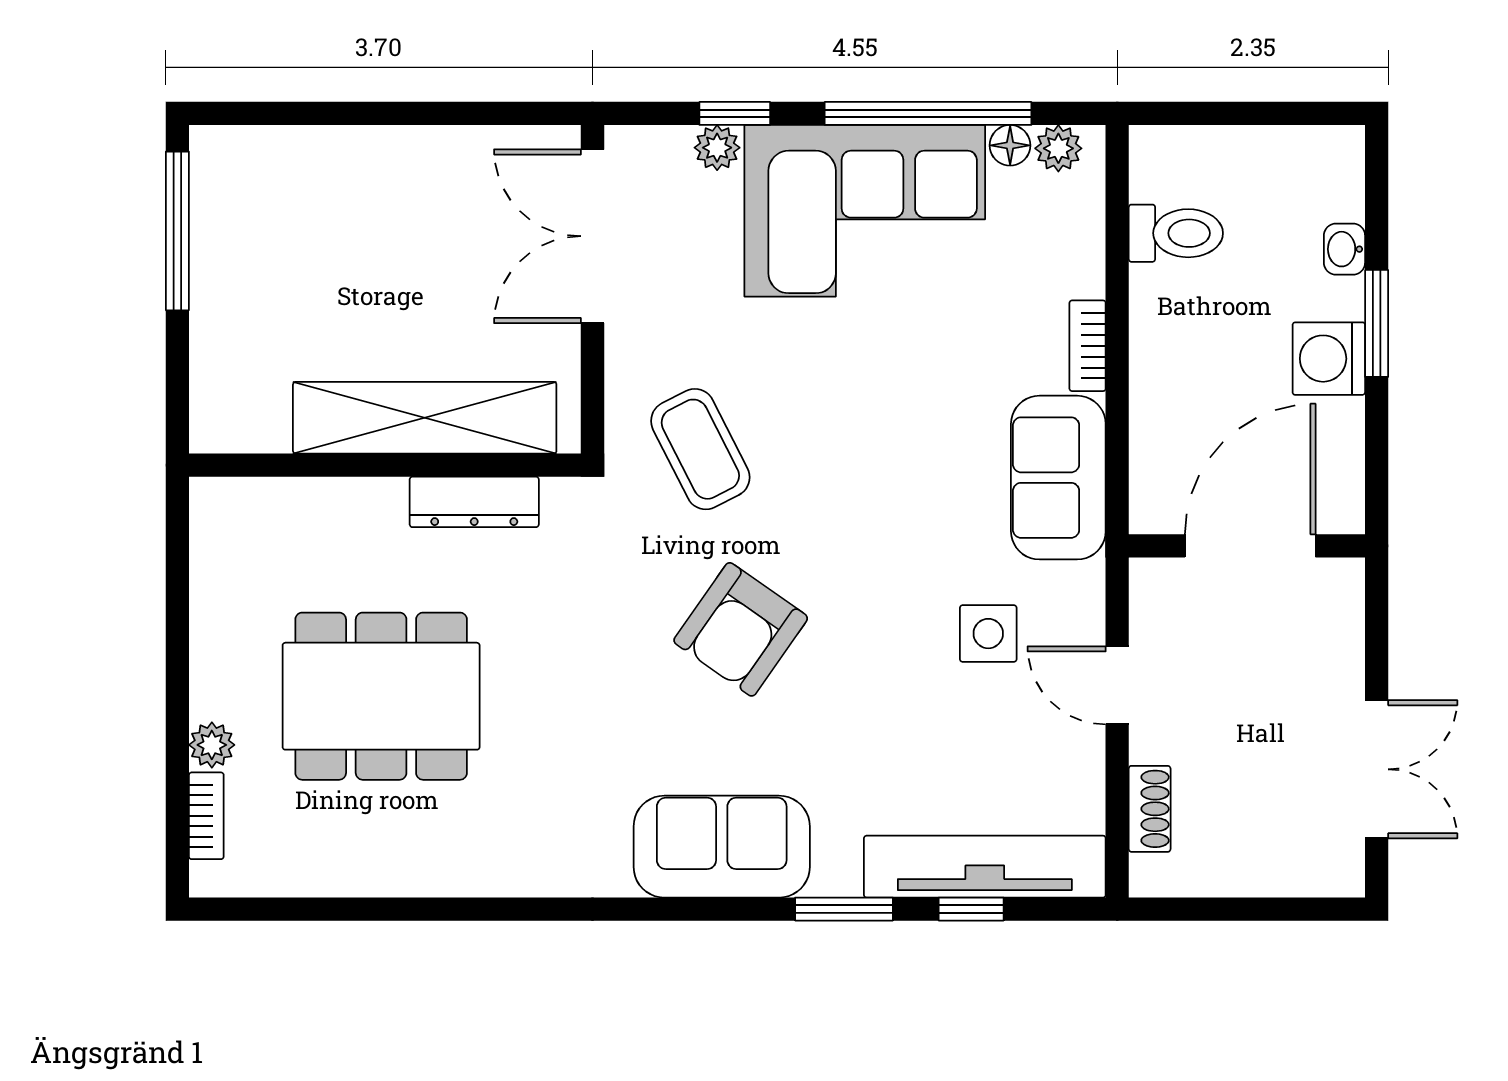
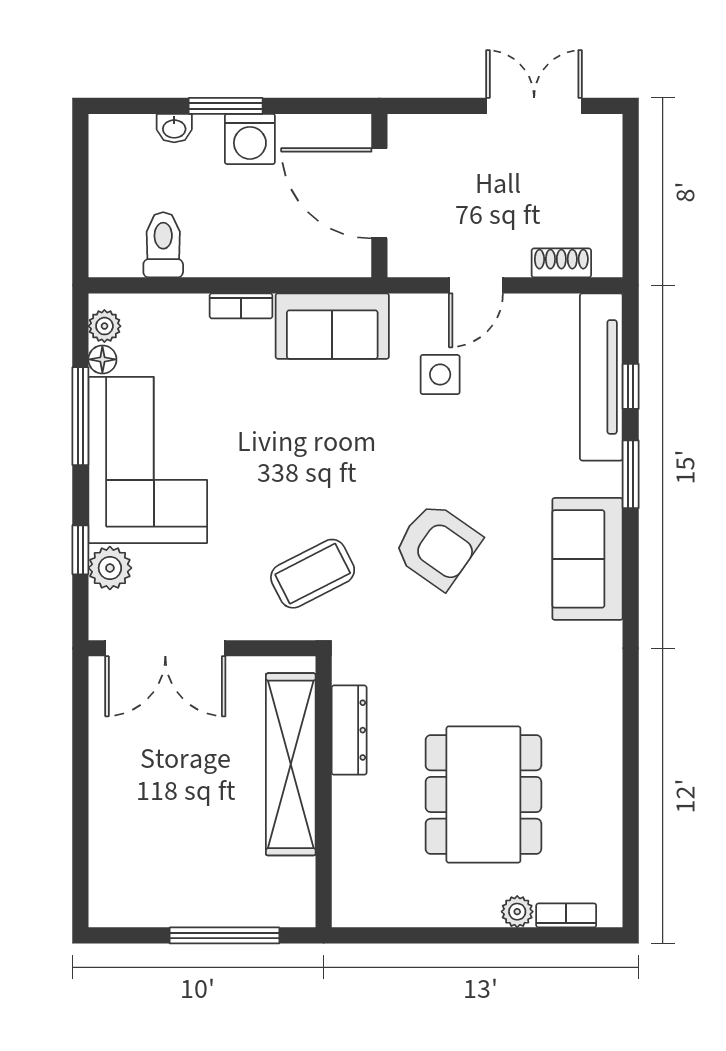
window: (928, 113) -> (80, 416), width x0.68
plant: (717, 148) -> (110, 568), width x1.38, depth x1.38
window: (177, 231) -> (224, 935), moved

